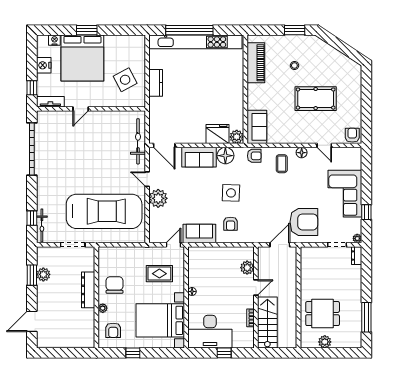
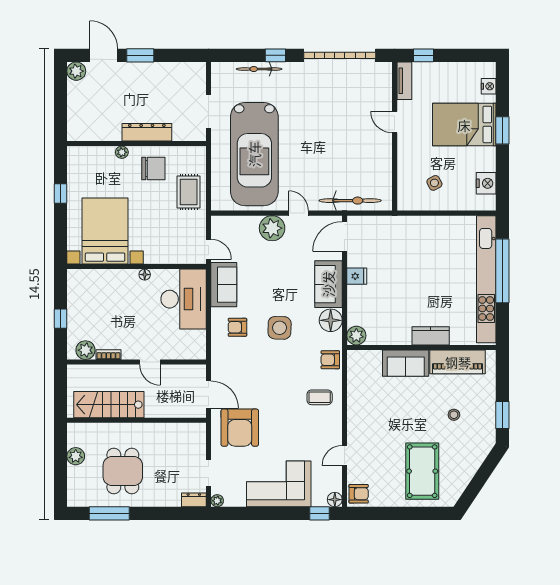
bed: (82, 58) -> (464, 125), width x0.73
nightstand: (44, 65) -> (486, 183), moved, turned 90
side table: (125, 80) -> (434, 183), width x0.54, depth x0.54
kitchen counter: (156, 83) -> (431, 336), moved, turned 180
pool table: (316, 99) -> (422, 471), moved
sofa: (257, 127) -> (406, 363), moved
fridge: (217, 134) -> (357, 276), moved, width x0.53, depth x0.75
floor lamp: (302, 153) -> (335, 500), moved
armchair: (254, 156) -> (330, 360), turned 90
door: (147, 179) -> (298, 213), hinge flipped
window: (366, 212) -> (320, 513), moved
window: (32, 218) -> (275, 55), moved
bicycle: (42, 225) -> (259, 69), moved
plant: (247, 268) -> (85, 350), moved
plant: (43, 274) -> (76, 71), moved
rug: (159, 274) -> (189, 192), moved
window: (32, 275) -> (140, 55), moved
dining table: (323, 314) -> (123, 471), moved
stairs: (267, 323) -> (109, 405), moved, turned 180
armchair: (113, 330) -> (91, 167), removed
desk: (210, 332) -> (184, 299), moved, turned 180

